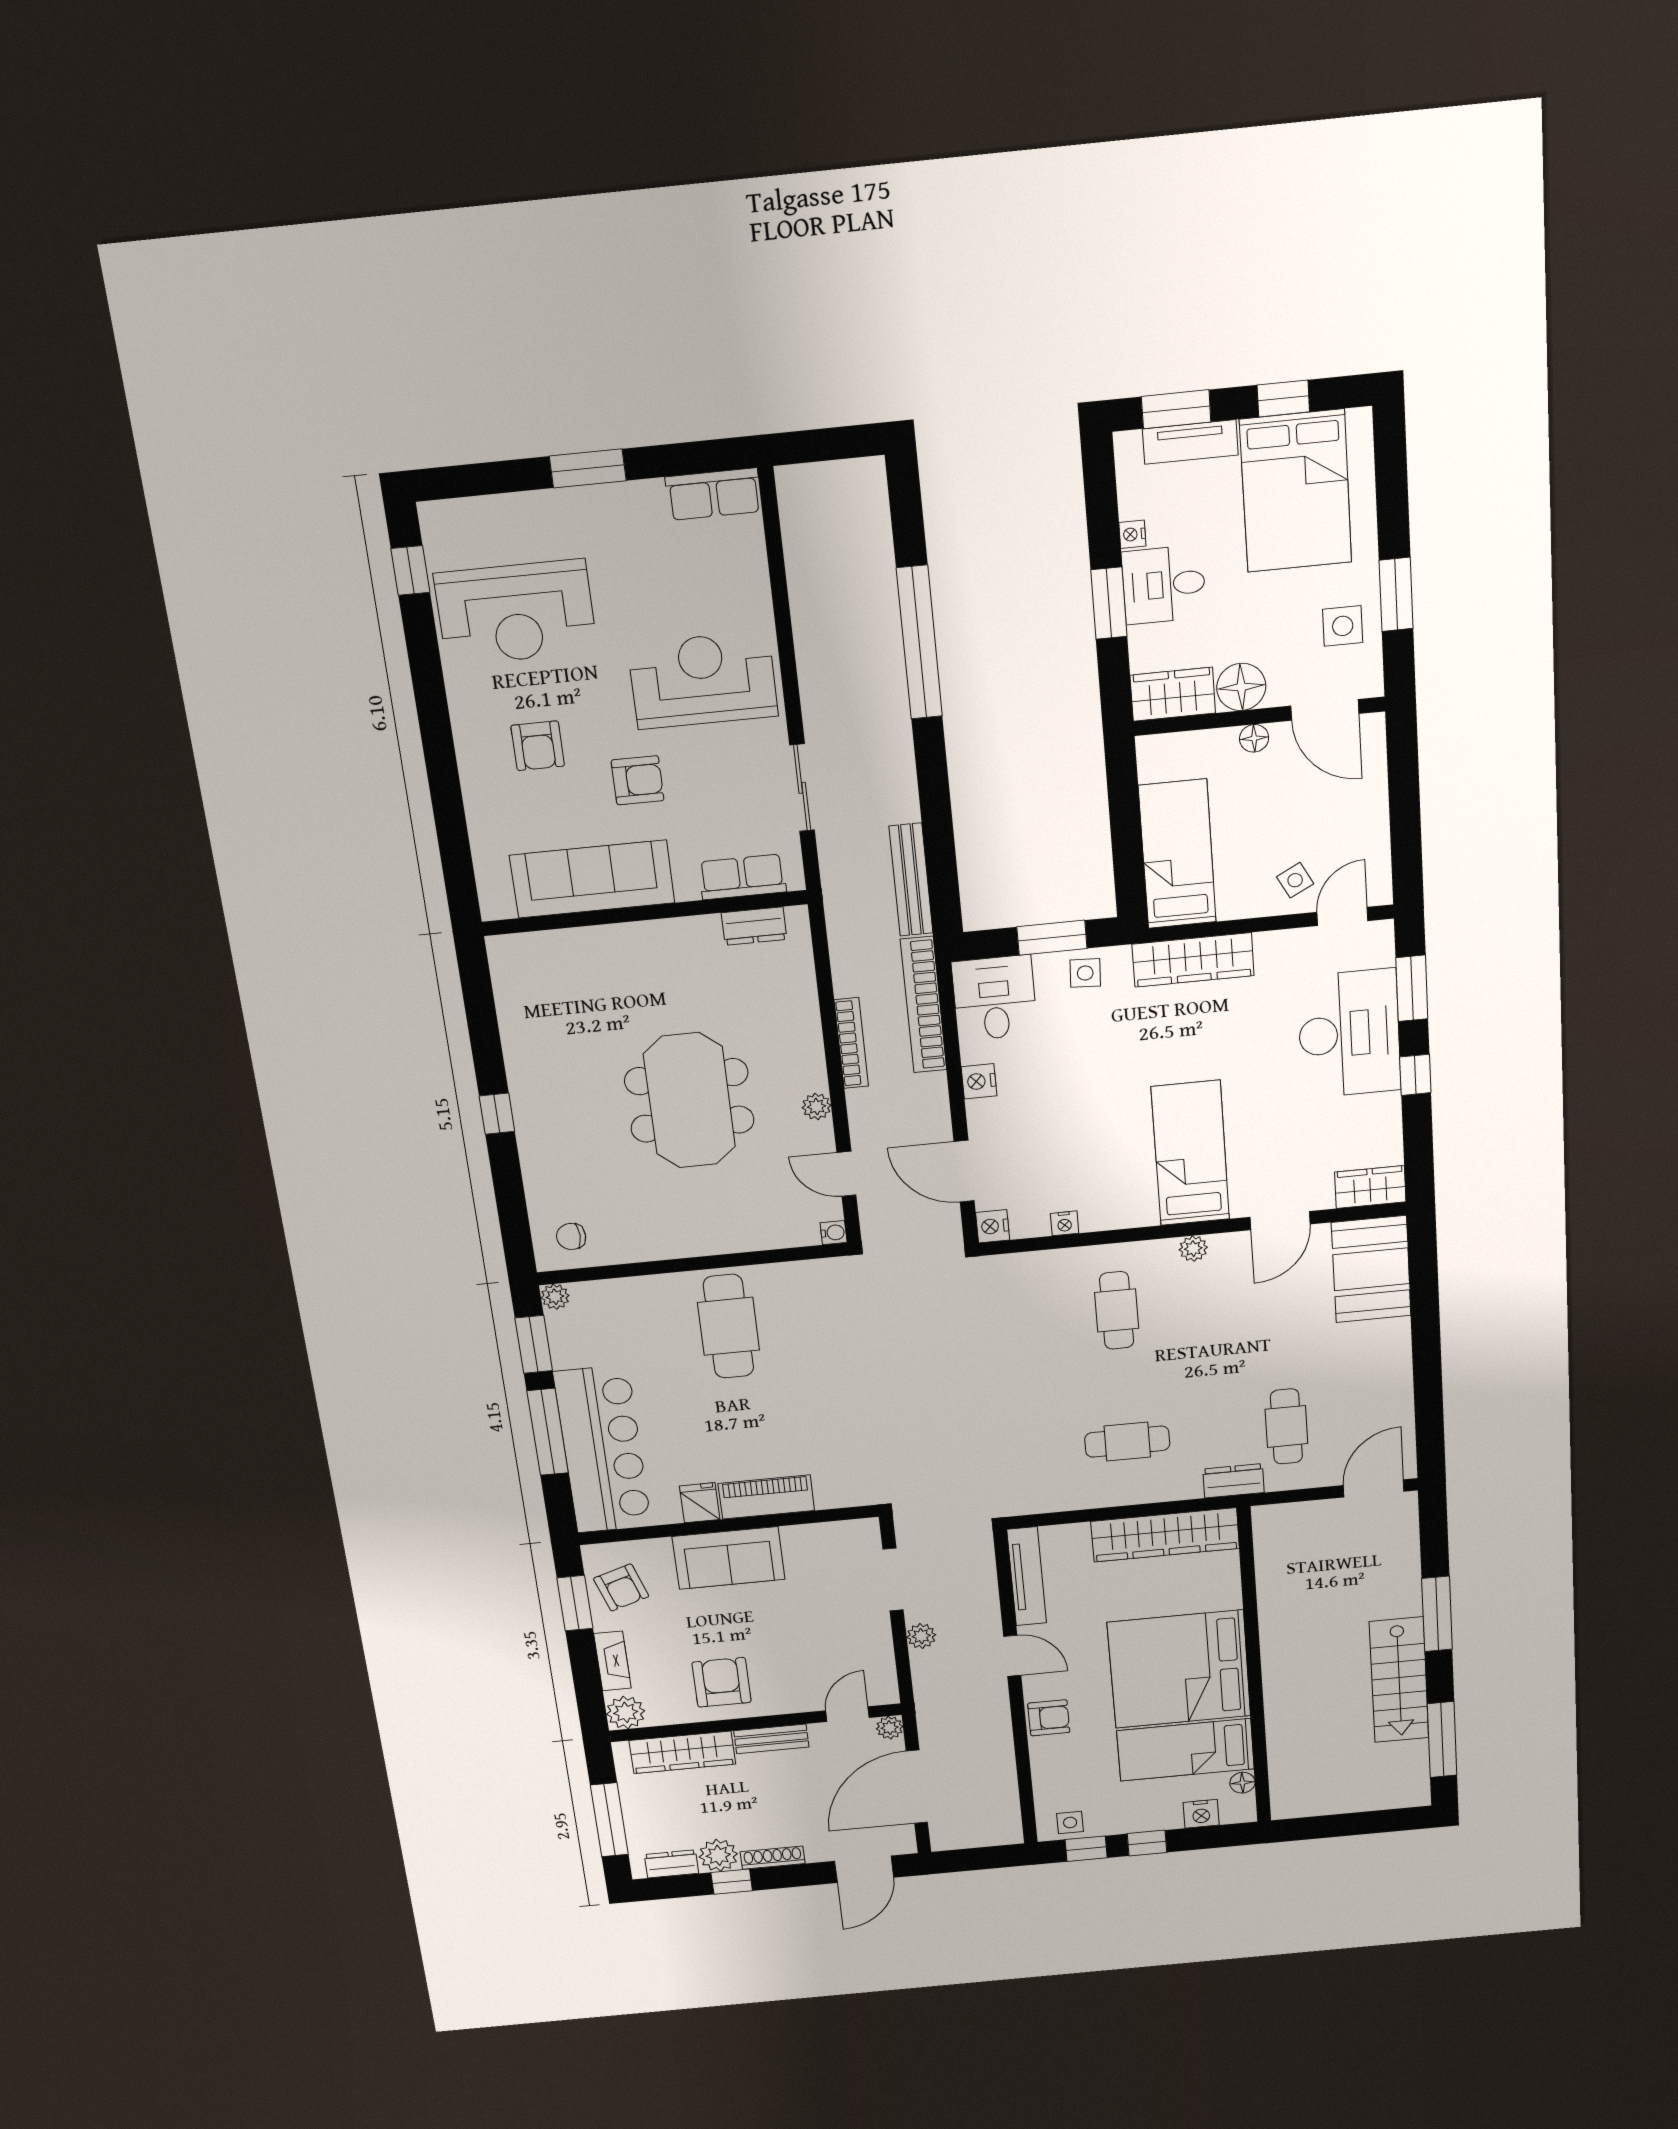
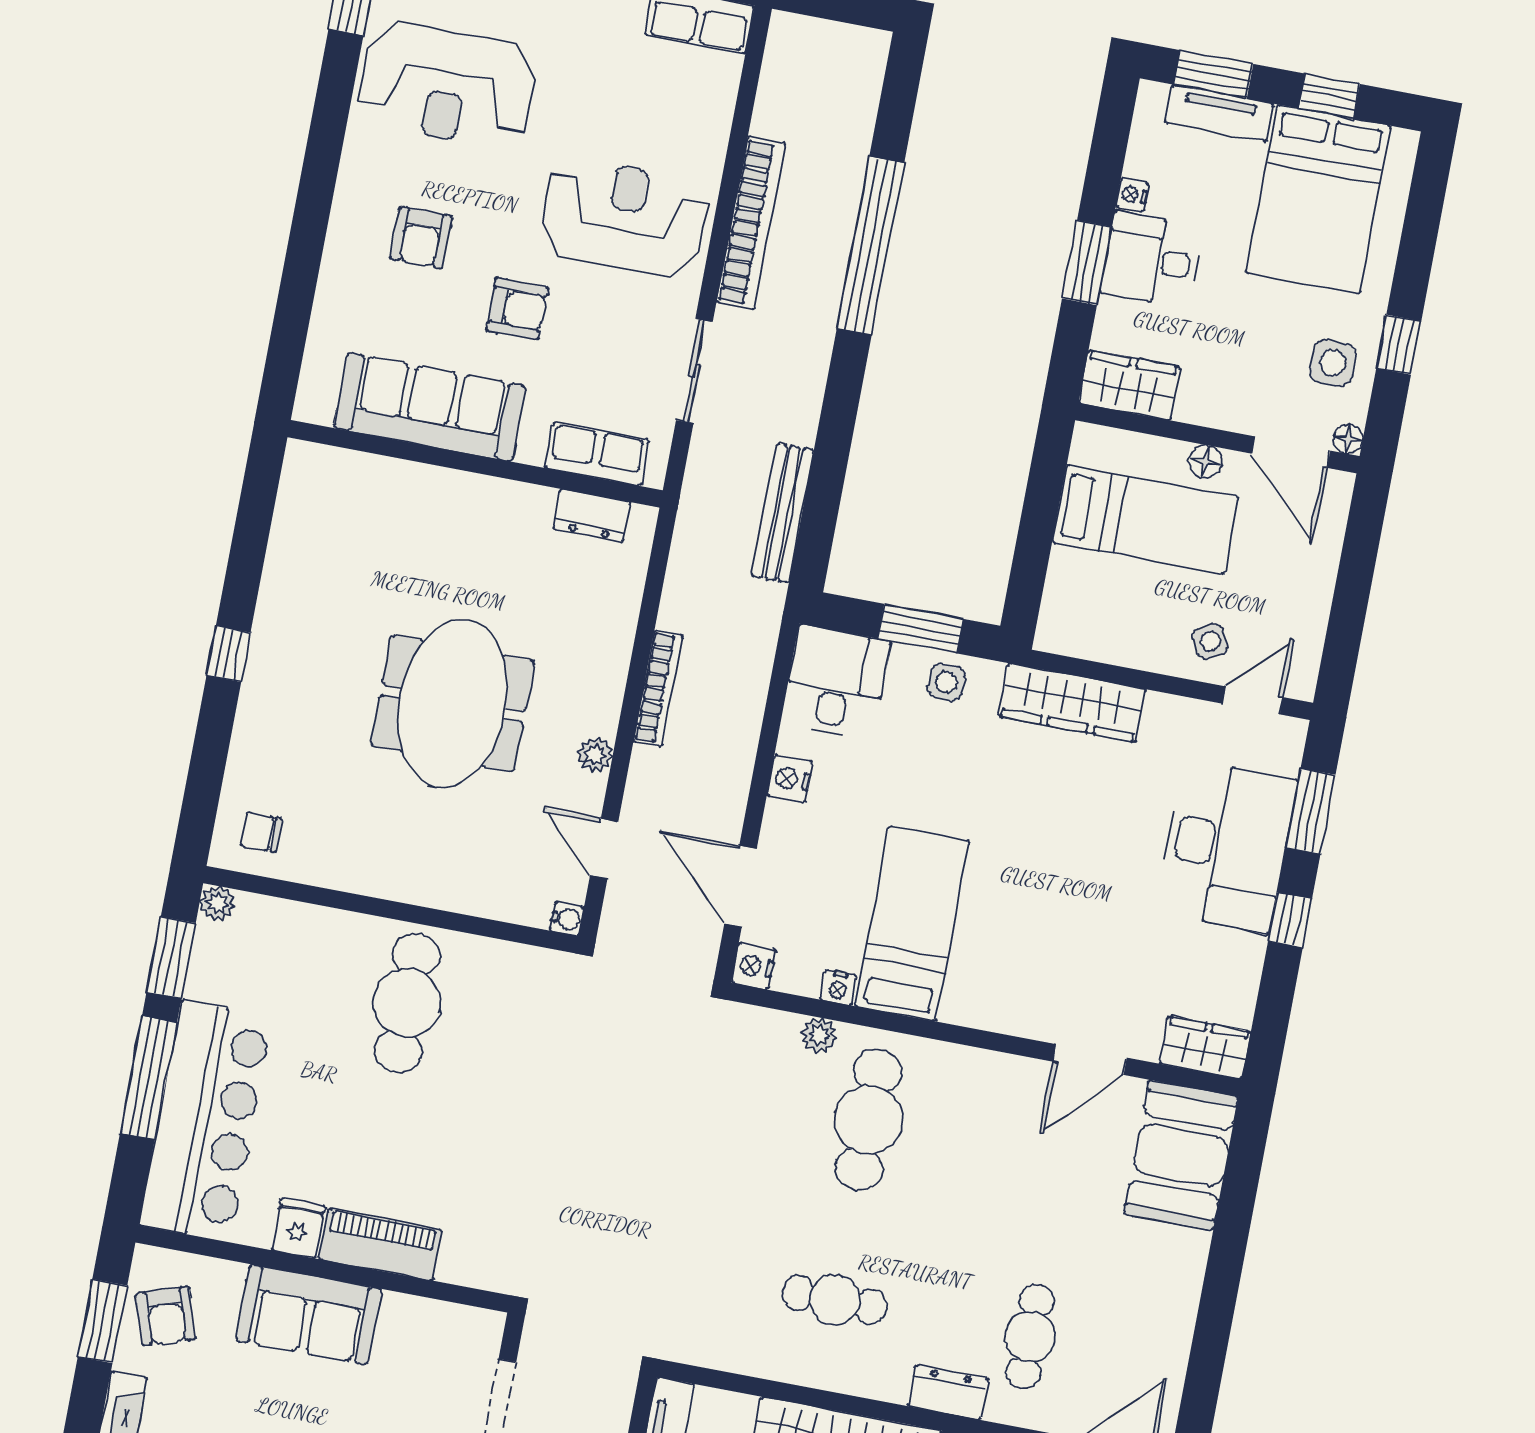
window: (1396, 594) -> (1399, 345), width x0.67
floor lamp: (1241, 687) -> (1348, 439), moved, width x0.53, depth x0.53
bed: (1177, 854) -> (1145, 520), moved, turned 90
bookcase: (924, 1005) -> (751, 223), moved, turned 180
bed: (1190, 1153) -> (912, 924), moved
plant: (1193, 1249) -> (819, 1035), moved
cafe table: (1117, 1310) -> (869, 1120), width x1.37, depth x1.35

